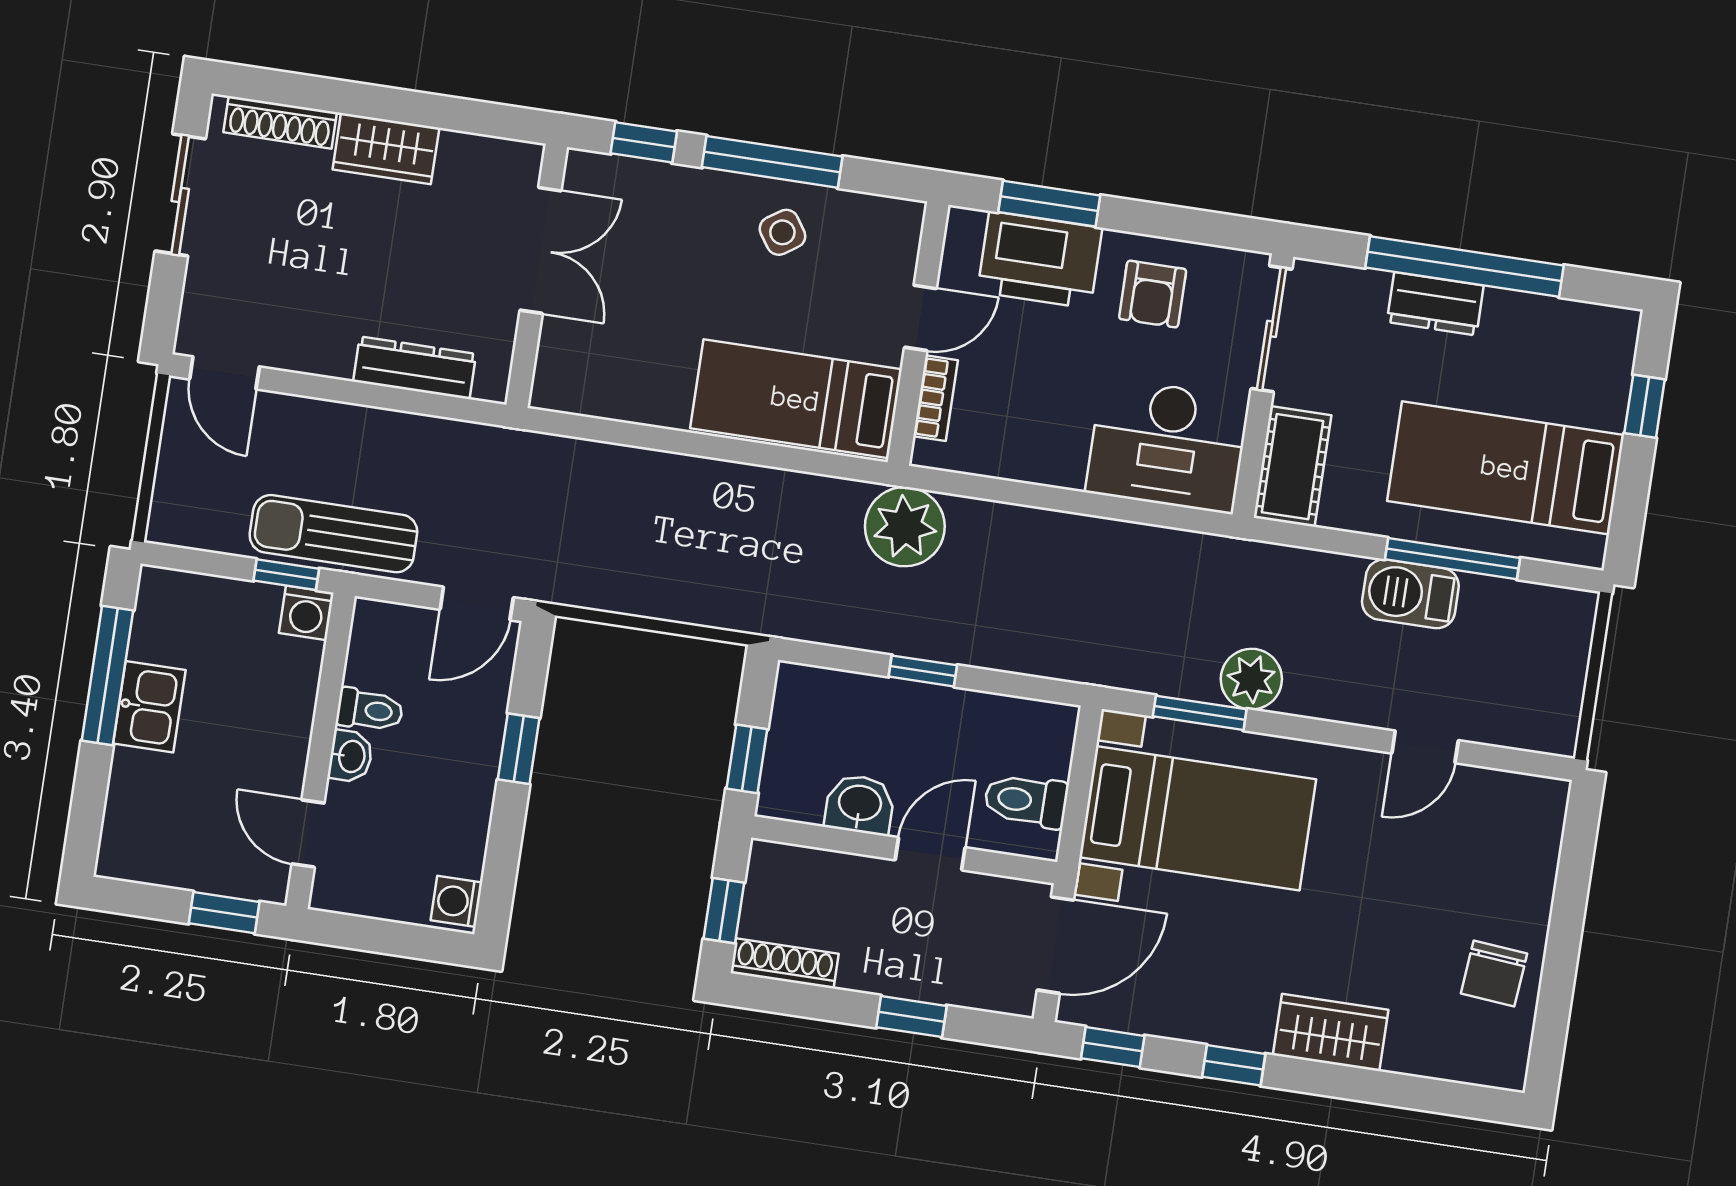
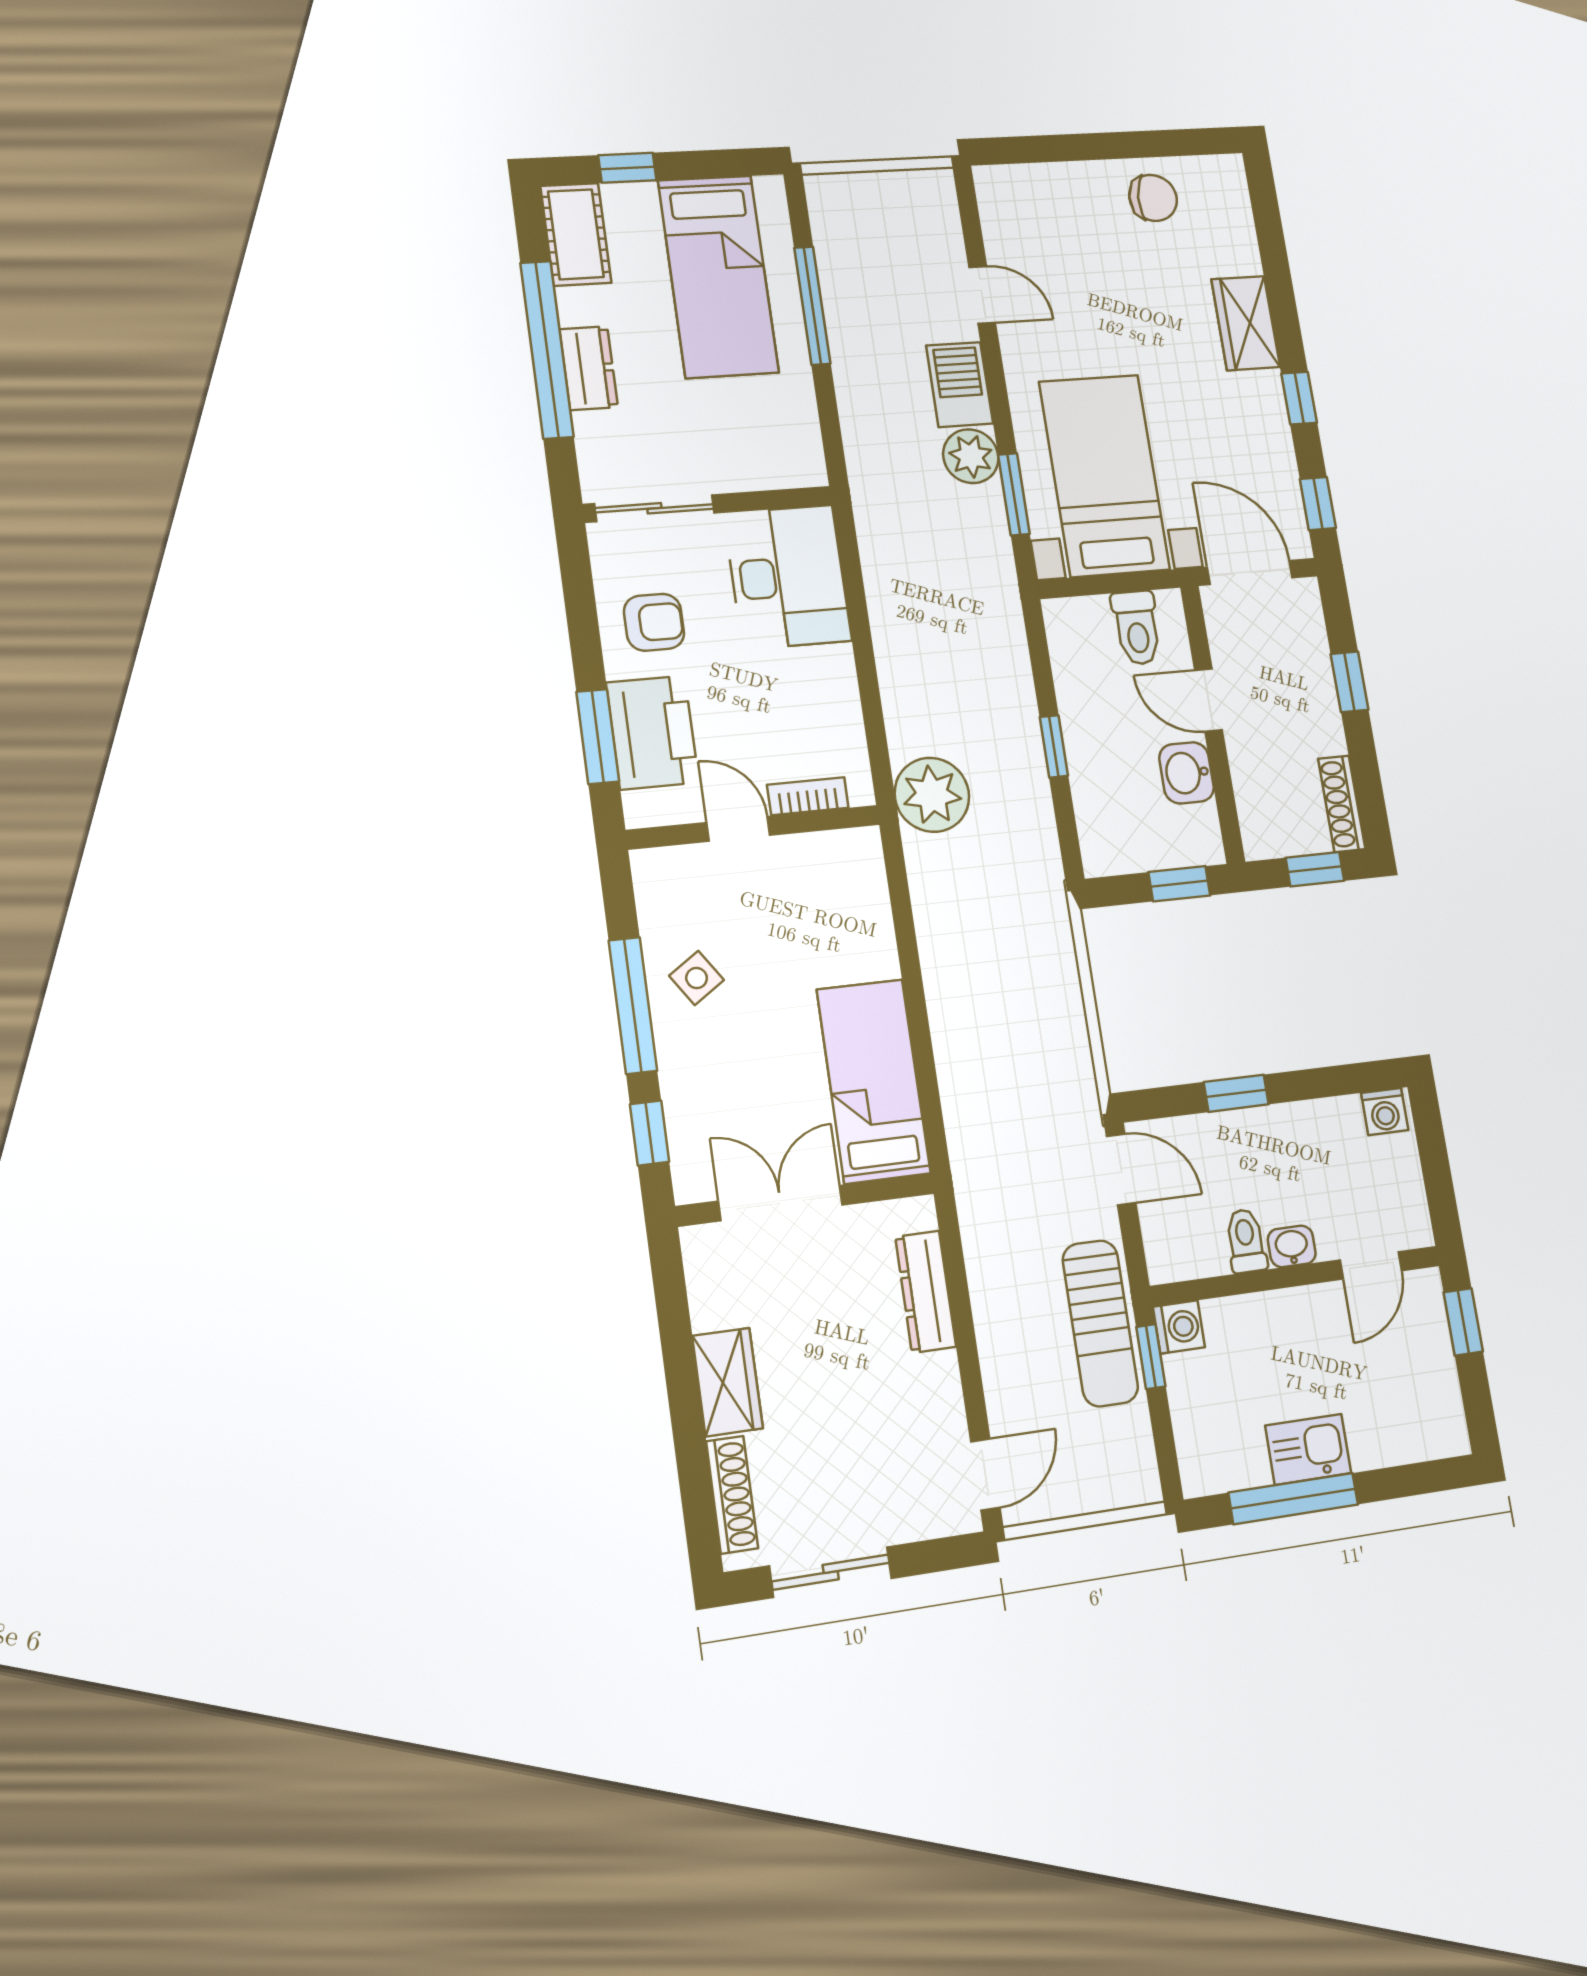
bed: (796, 399) -> (873, 1081), moved, turned 180
cot: (1292, 467) -> (576, 234), moved, turned 90
barbecue: (1410, 594) -> (960, 385), moved, turned 180

